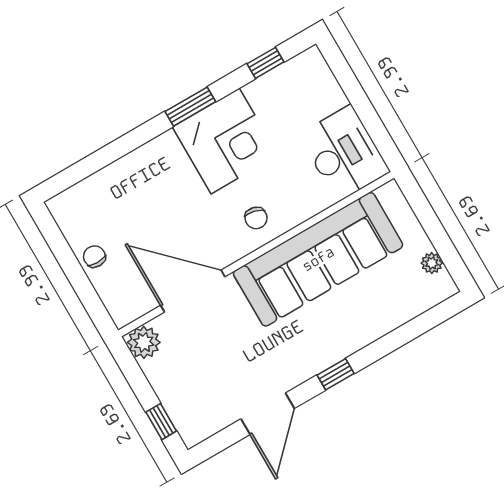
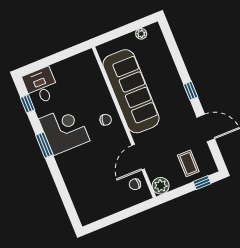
desk: (344, 153) -> (41, 86), moved, width x0.73
chair: (94, 256) -> (135, 184), moved
door: (193, 291) -> (138, 157), width x0.73
coffee table: (195, 390) -> (188, 163), added

